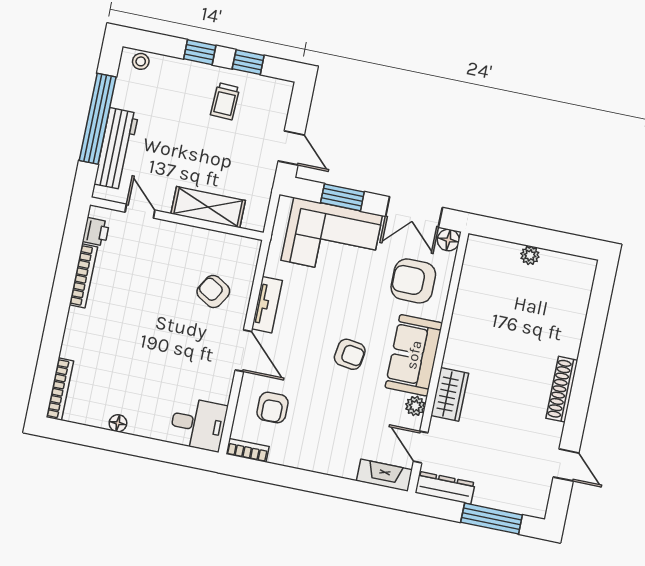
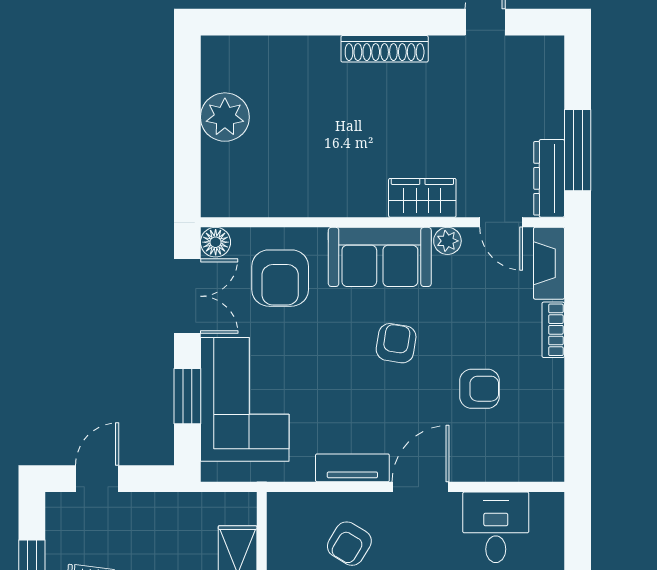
door: (291, 148) -> (97, 479), moved
plant: (530, 255) -> (225, 117), width x1.88, depth x1.88
armchair: (272, 408) -> (480, 389), moved
desk: (198, 424) -> (496, 527), moved
door: (421, 447) -> (501, 222), hinge flipped
bookcase: (248, 450) -> (553, 330), moved
window: (492, 519) -> (578, 150), moved

